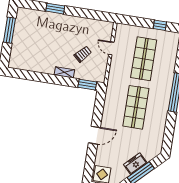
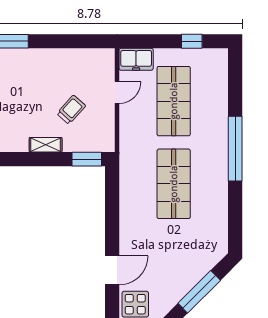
door: (111, 48) -> (117, 92), swing flipped
door: (94, 135) -> (112, 270), moved
freezer: (135, 164) -> (136, 59), moved, turned -135

